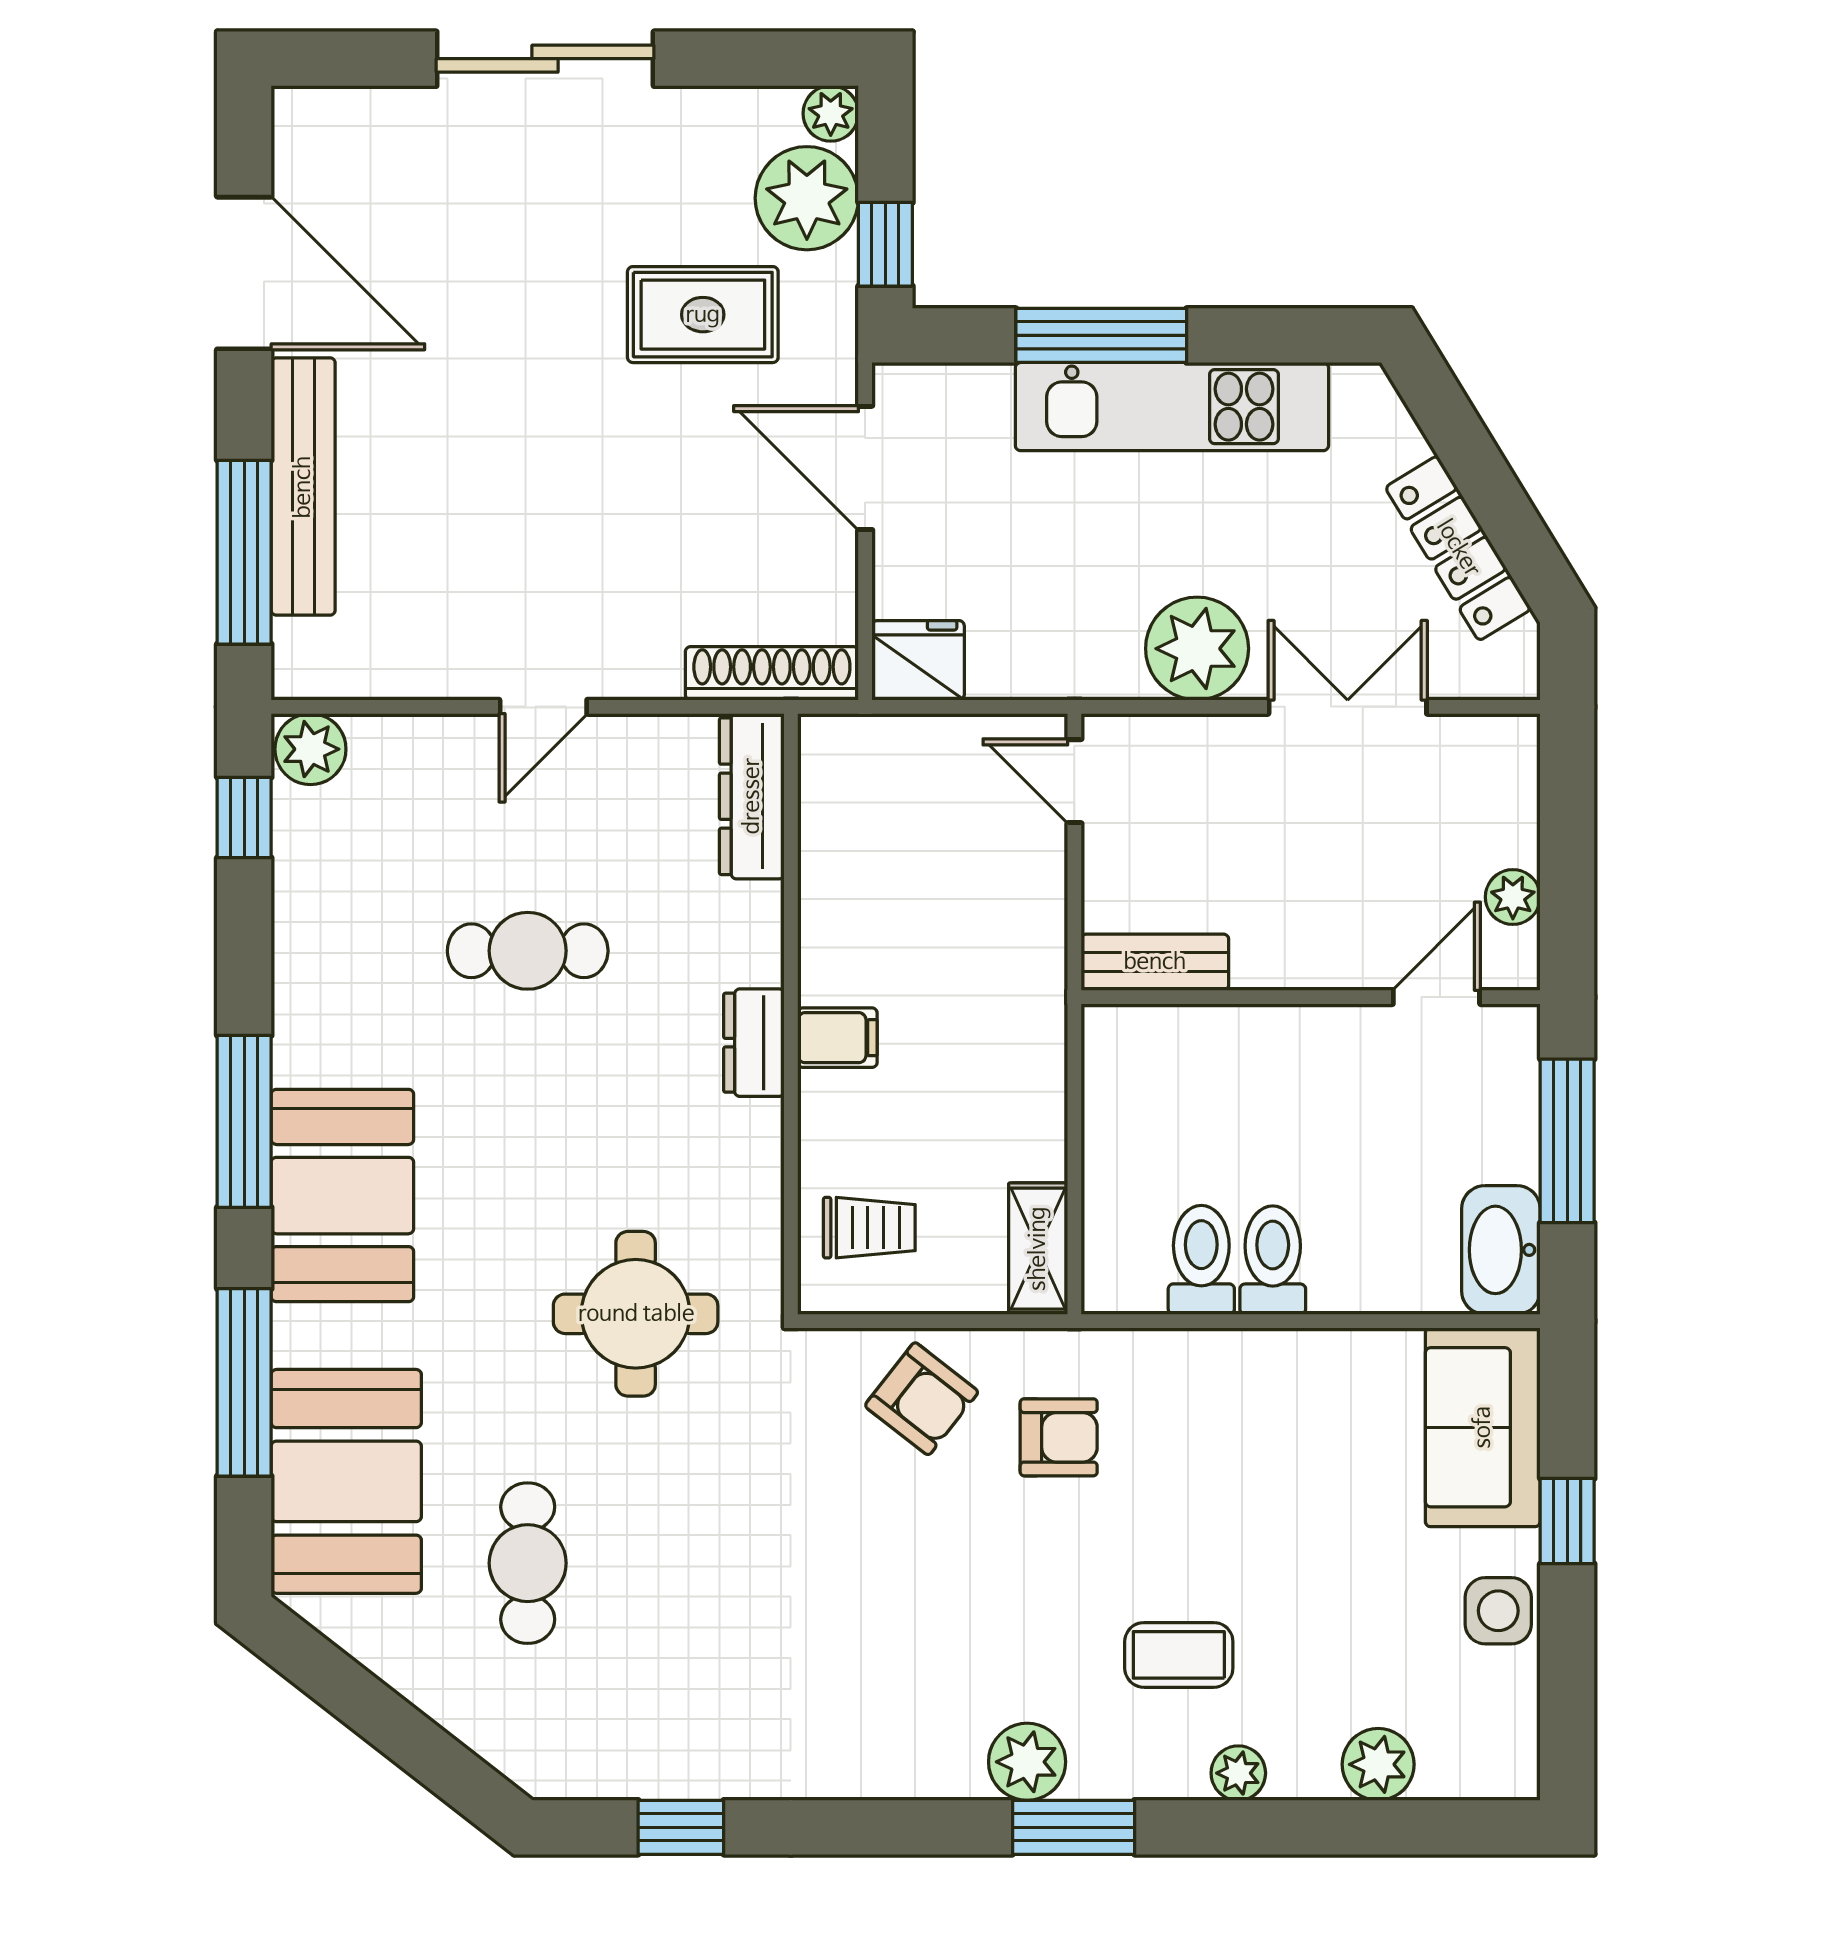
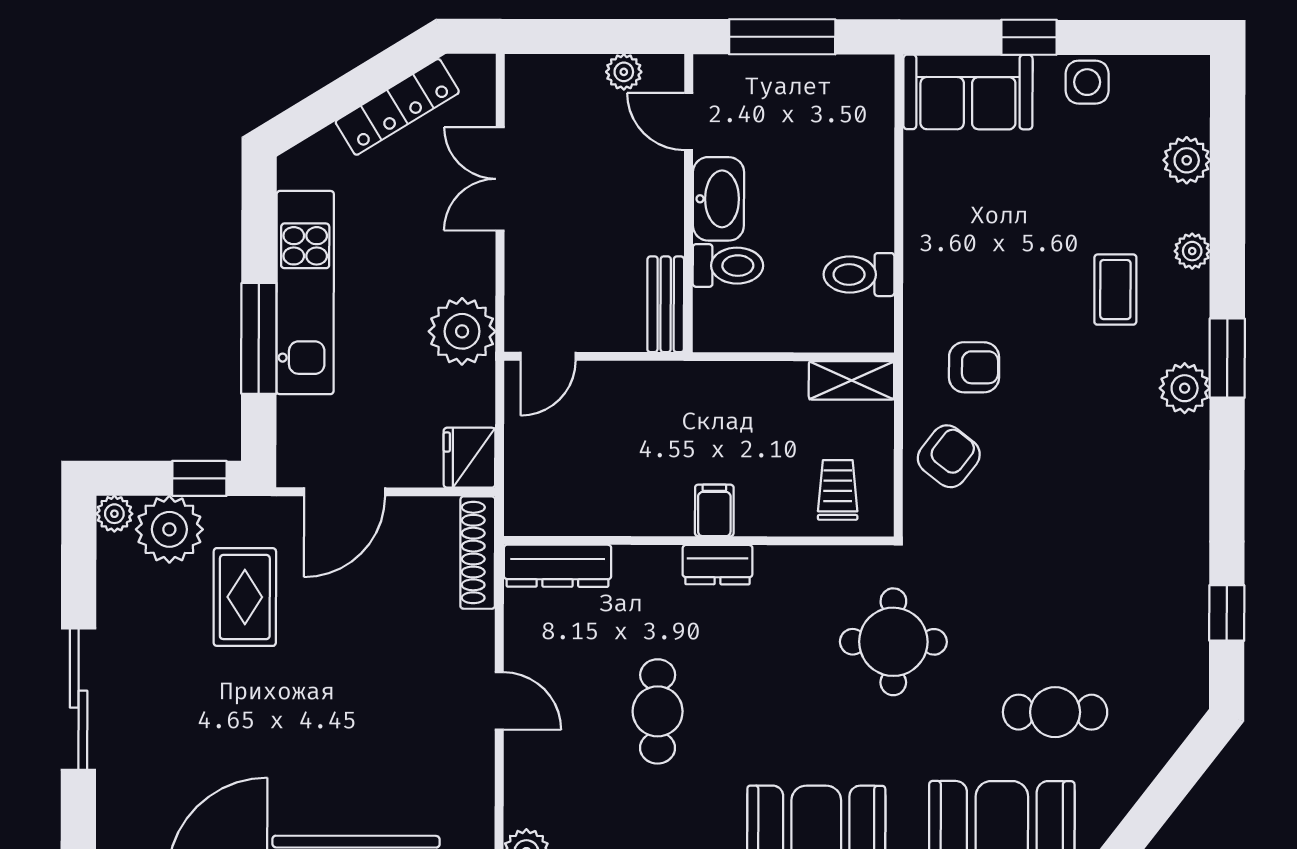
plant: (1197, 649) -> (462, 331), moved
washbasin: (1501, 1250) -> (718, 199), moved, turned -90
toilet: (1273, 1260) -> (728, 266), moved, turned 180
armchair: (1059, 1437) -> (974, 367), turned 90

